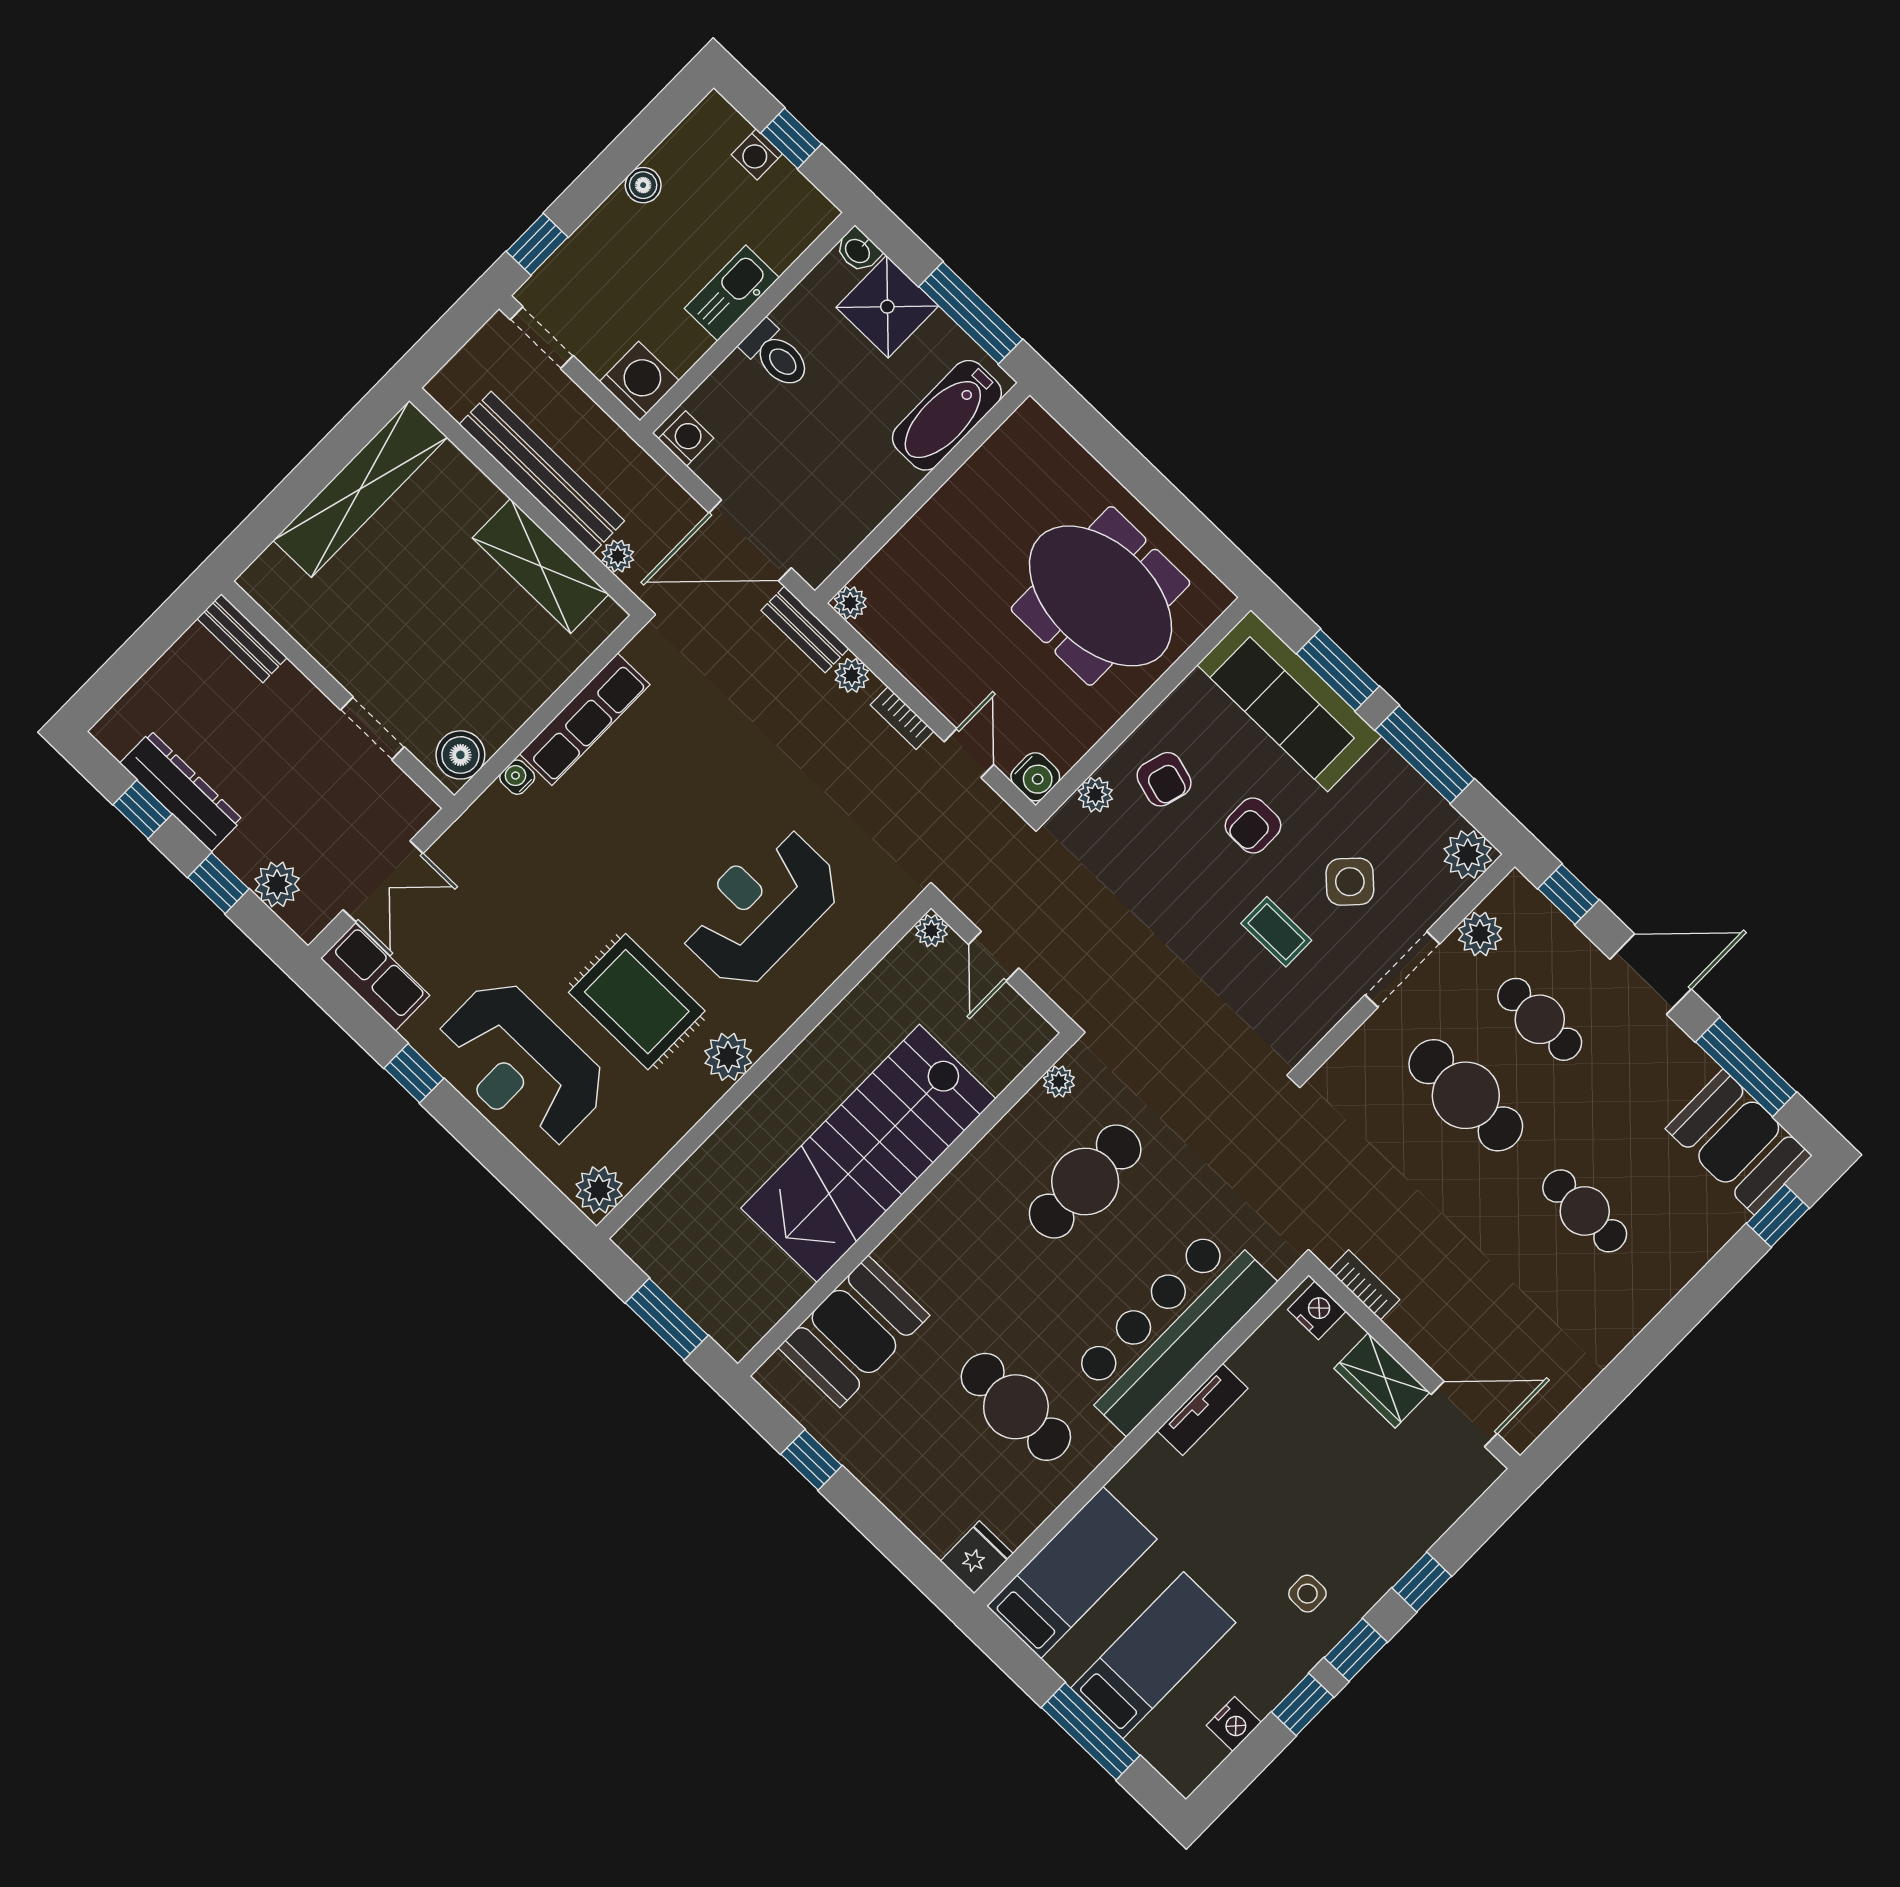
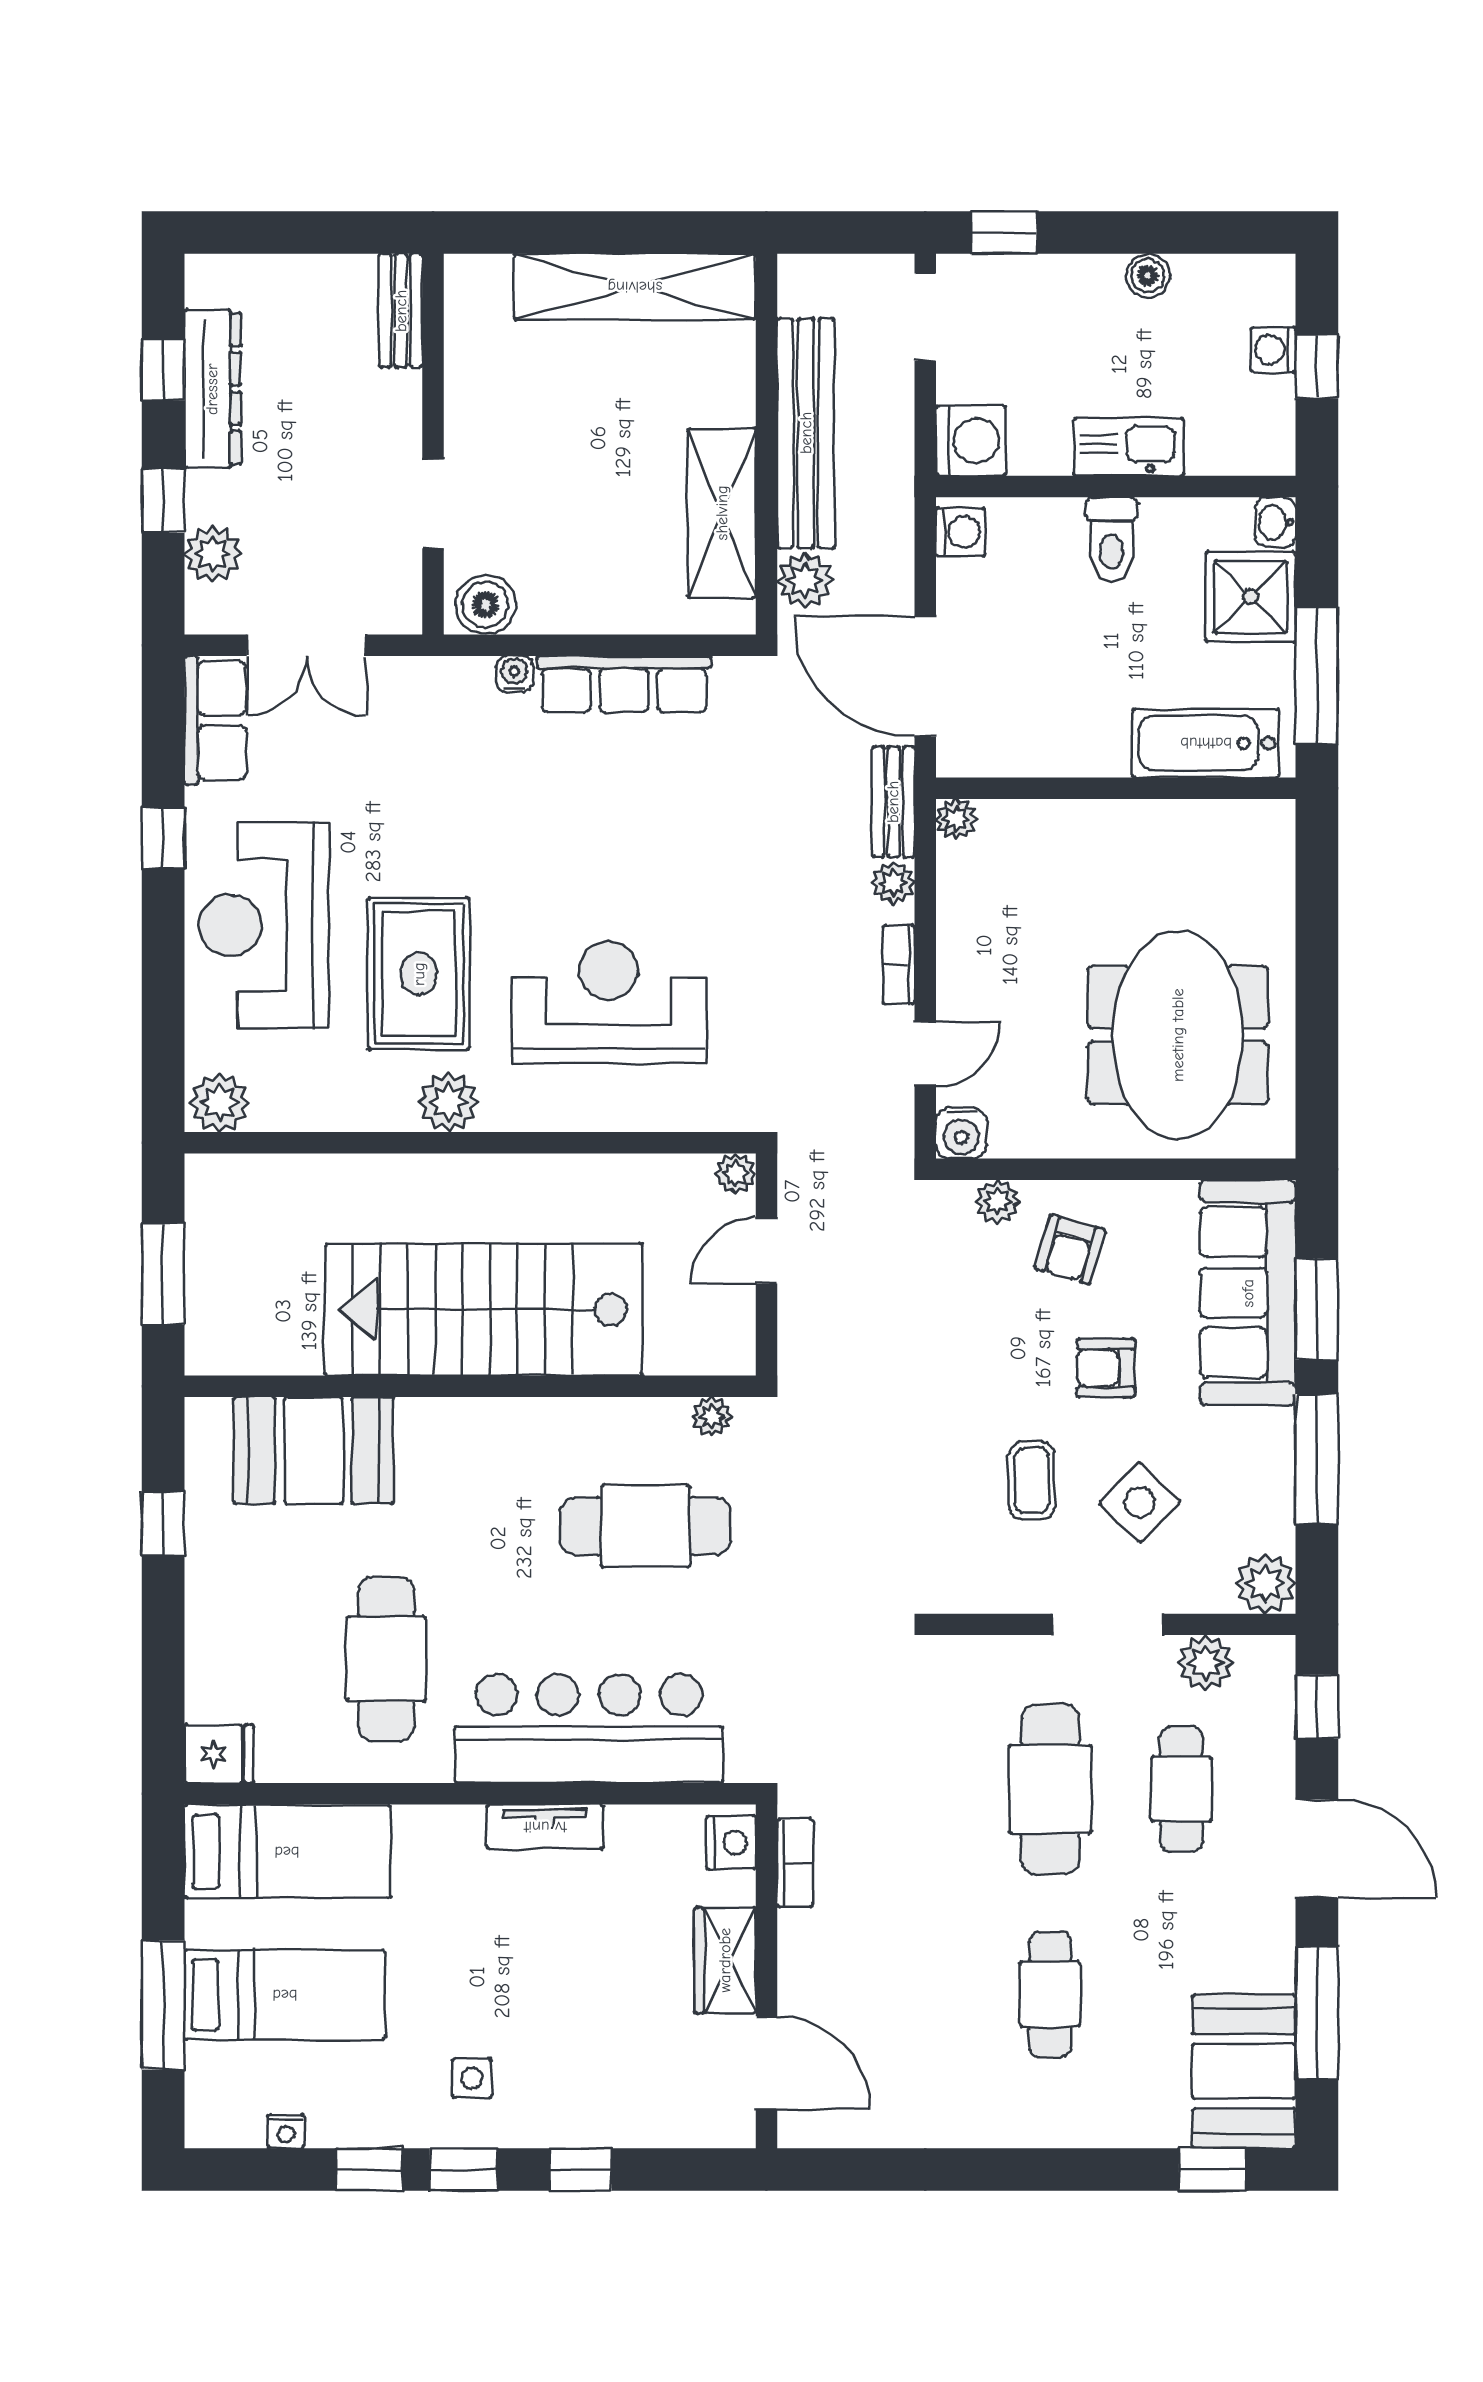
plant: (618, 556) -> (805, 580), width x1.38, depth x1.38
nightstand: (1234, 1724) -> (286, 2131), width x0.72, depth x0.74

